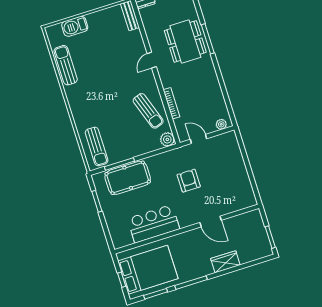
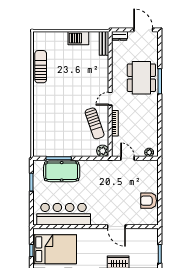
barbecue: (75, 26) -> (78, 38), moved
door: (152, 60) -> (110, 99), moved
sun lounger: (97, 147) -> (45, 139), removed
armchair: (189, 181) -> (149, 201), moved, turned -90
bar counter: (154, 224) -> (64, 214), width x1.36

